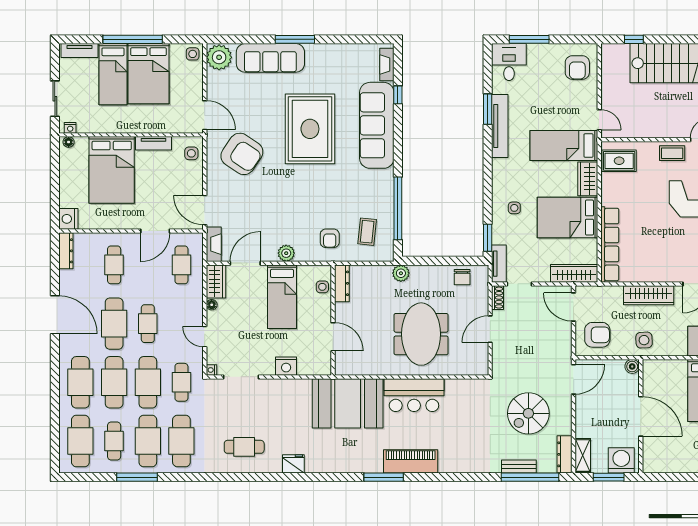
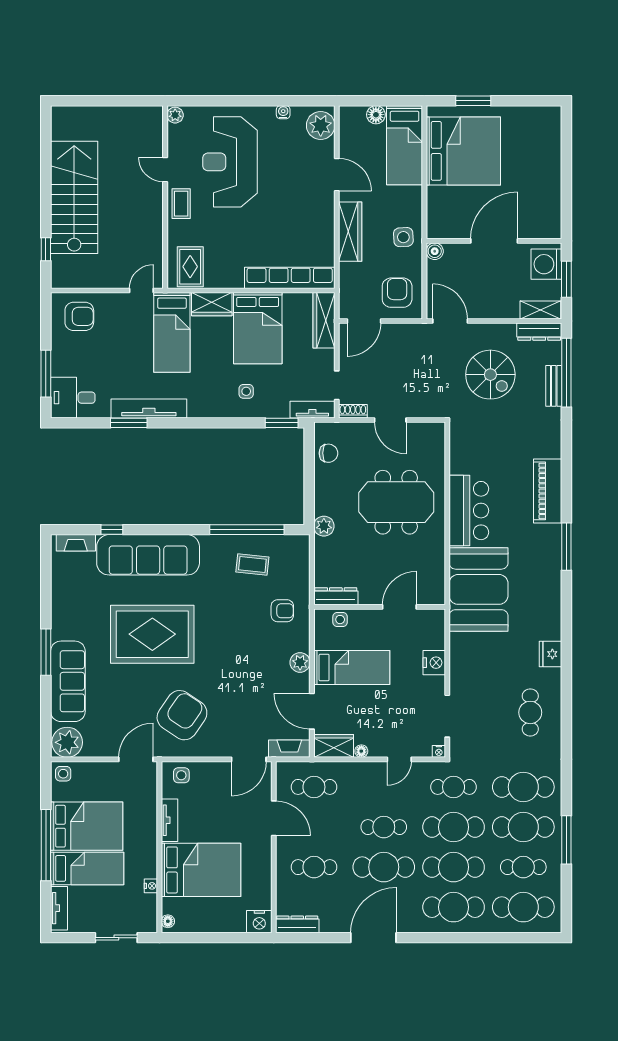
nightstand: (70, 128) -> (151, 886), moved
coffee table: (367, 232) -> (252, 565), moved
piano: (411, 461) -> (548, 491), moved

